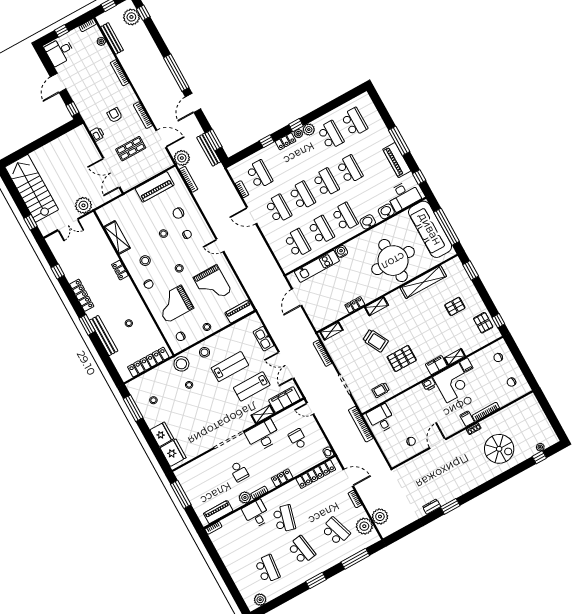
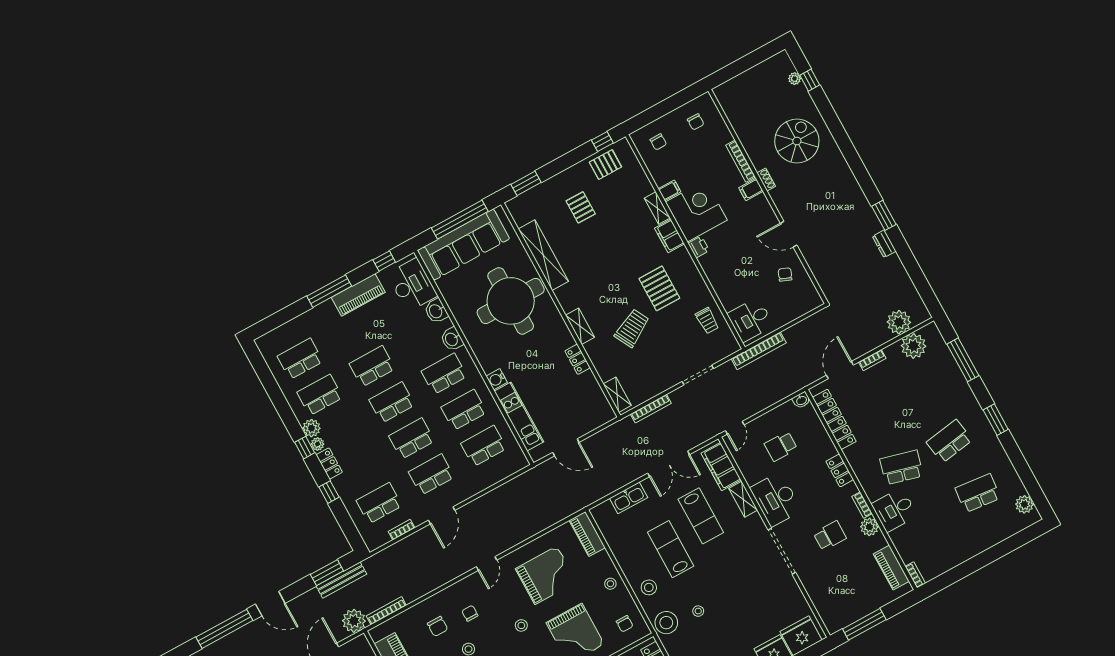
school desk: (336, 531) -> (921, 389), removed

